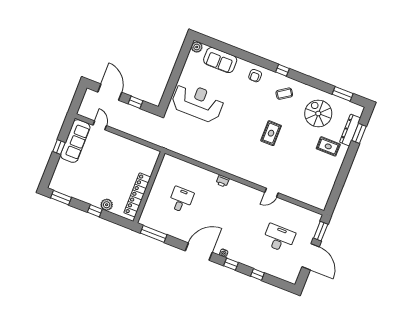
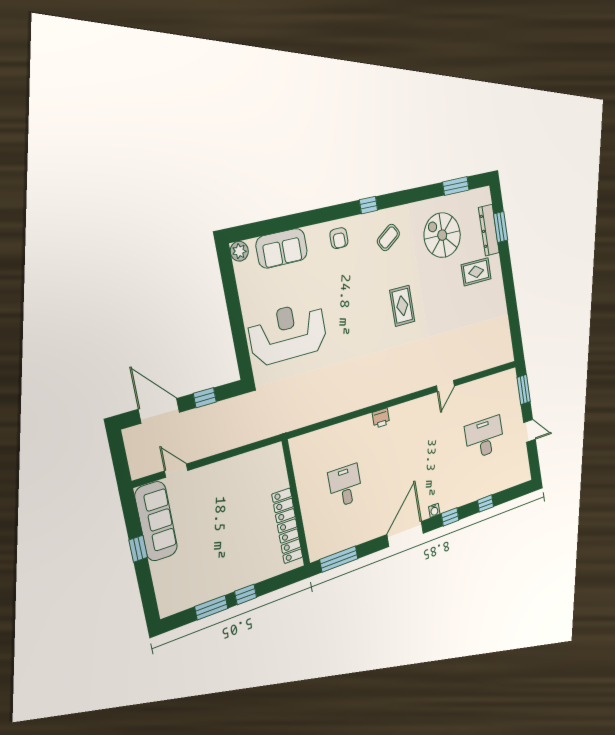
window: (61, 198) -> (211, 608), moved
plant: (107, 205) -> (256, 573), removed
door: (311, 257) -> (530, 431), width x0.53

